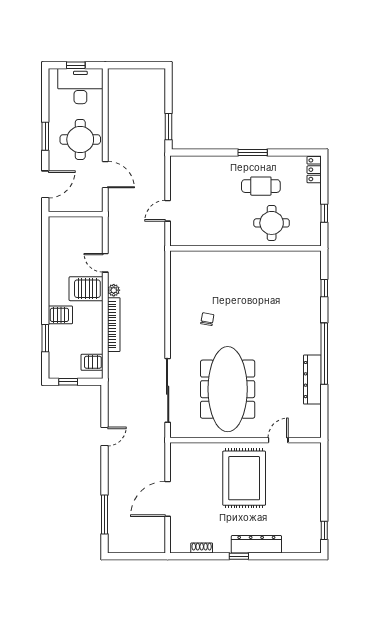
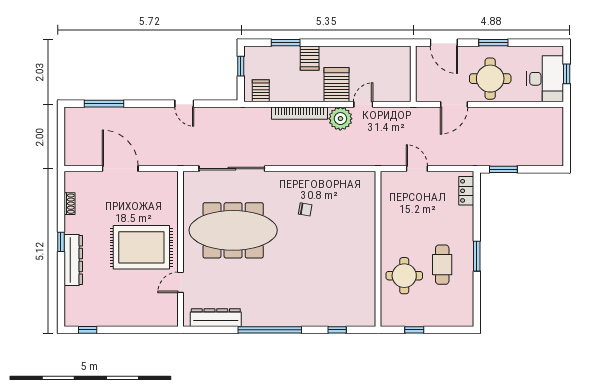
locker: (314, 170) -> (466, 191), moved, turned -90
plant: (114, 290) -> (340, 119), width x1.88, depth x1.88
dresser: (312, 380) -> (216, 318), moved
door: (278, 440) -> (181, 282), swing flipped

